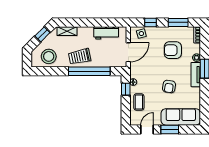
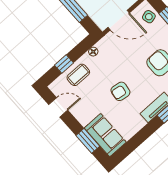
window: (126, 89) -> (64, 64), moved
sofa: (181, 117) -> (105, 135), width x0.73
window: (170, 129) -> (88, 141), moved

